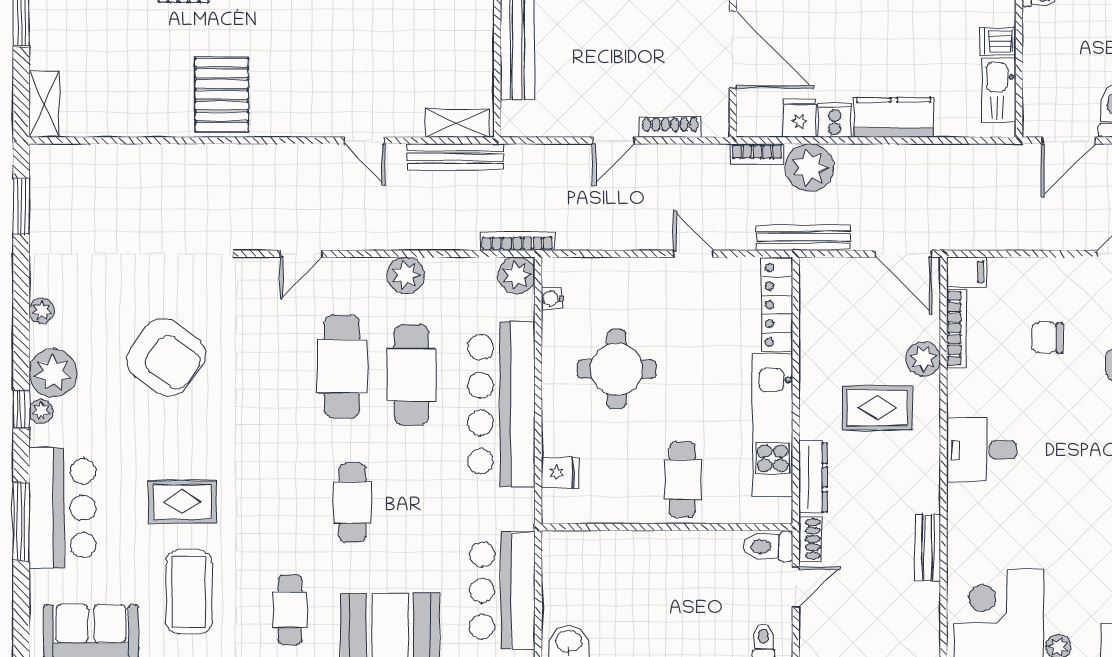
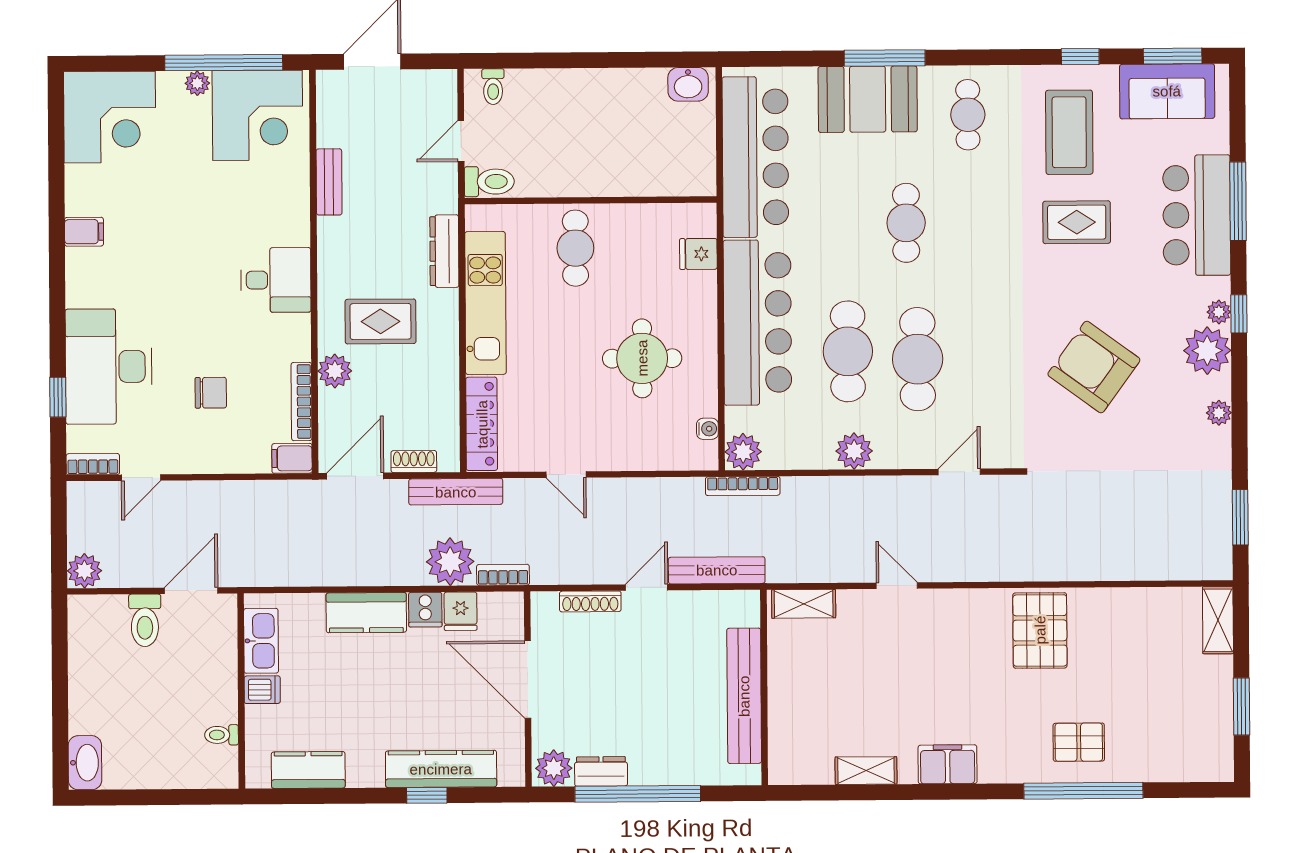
bench: (455, 157) -> (717, 570), moved
door: (904, 254) -> (355, 476), hinge flipped
shoe rack: (810, 539) -> (414, 461), moved, turned 90
bar counter: (502, 591) -> (755, 157), width x1.36

